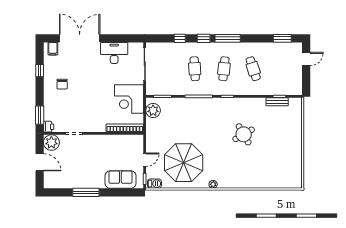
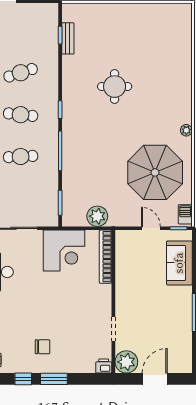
plant: (153, 110) -> (97, 216), moved
window: (40, 115) -> (54, 379), moved
round table: (244, 134) -> (115, 87), turned 30

